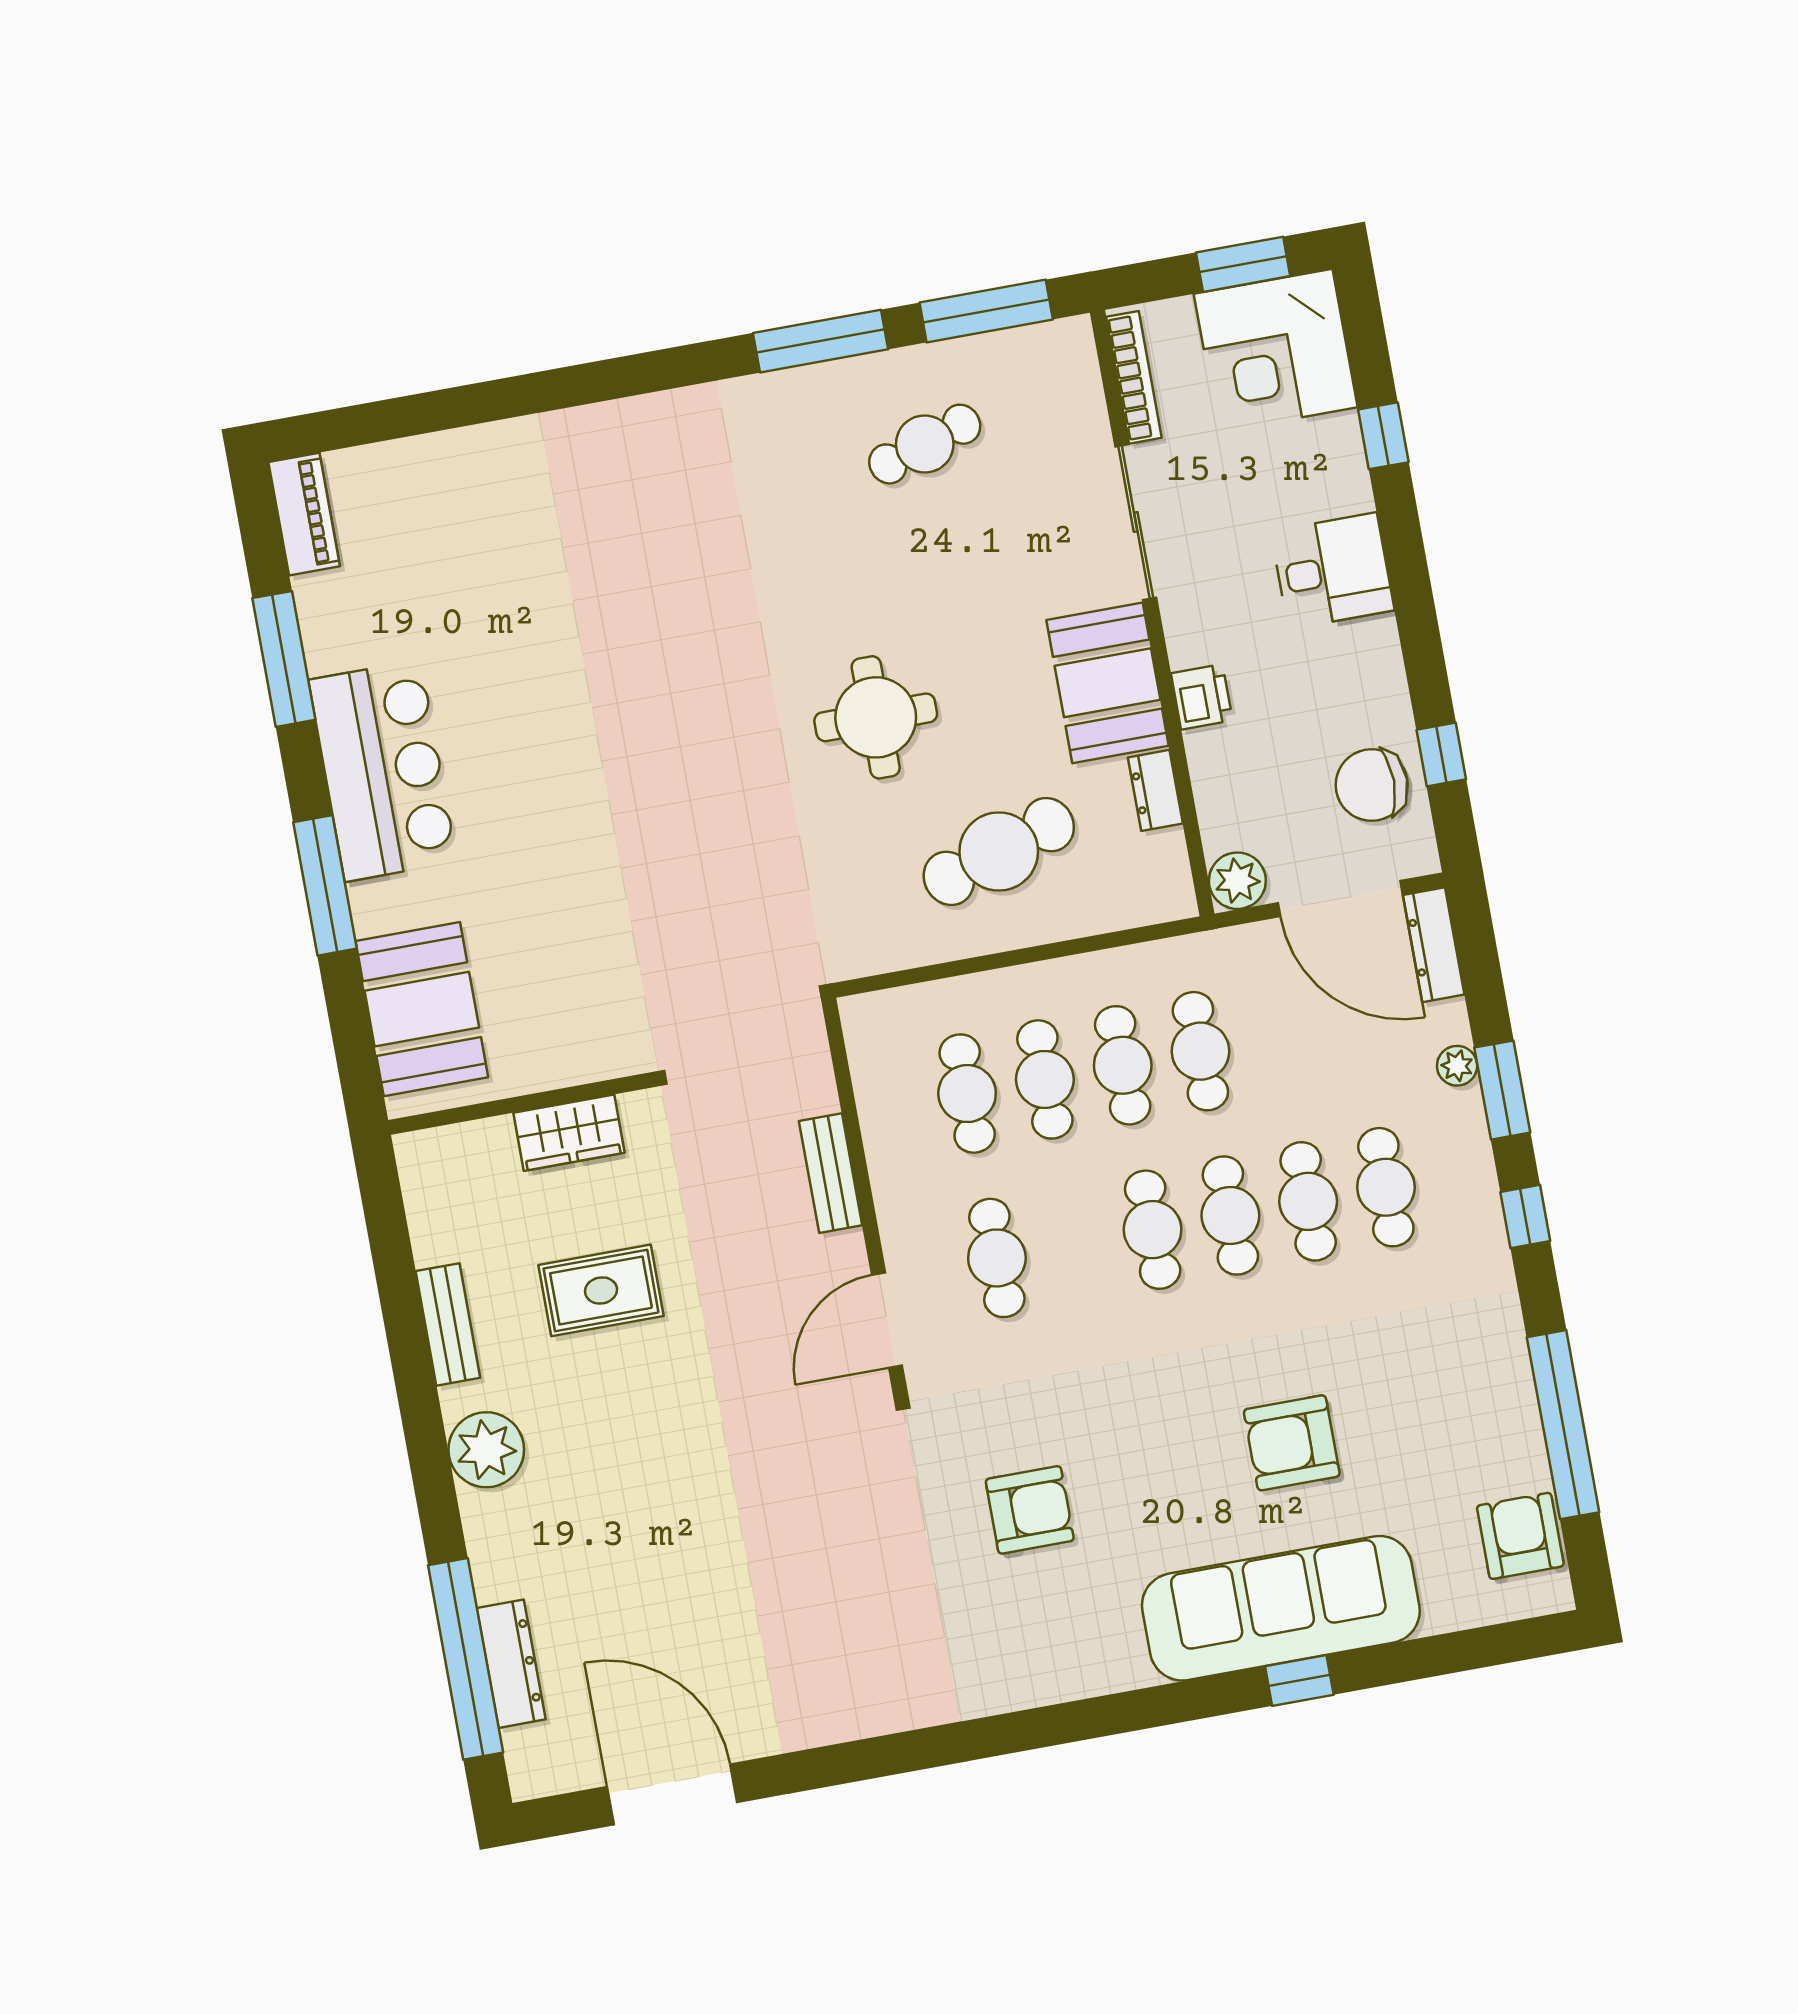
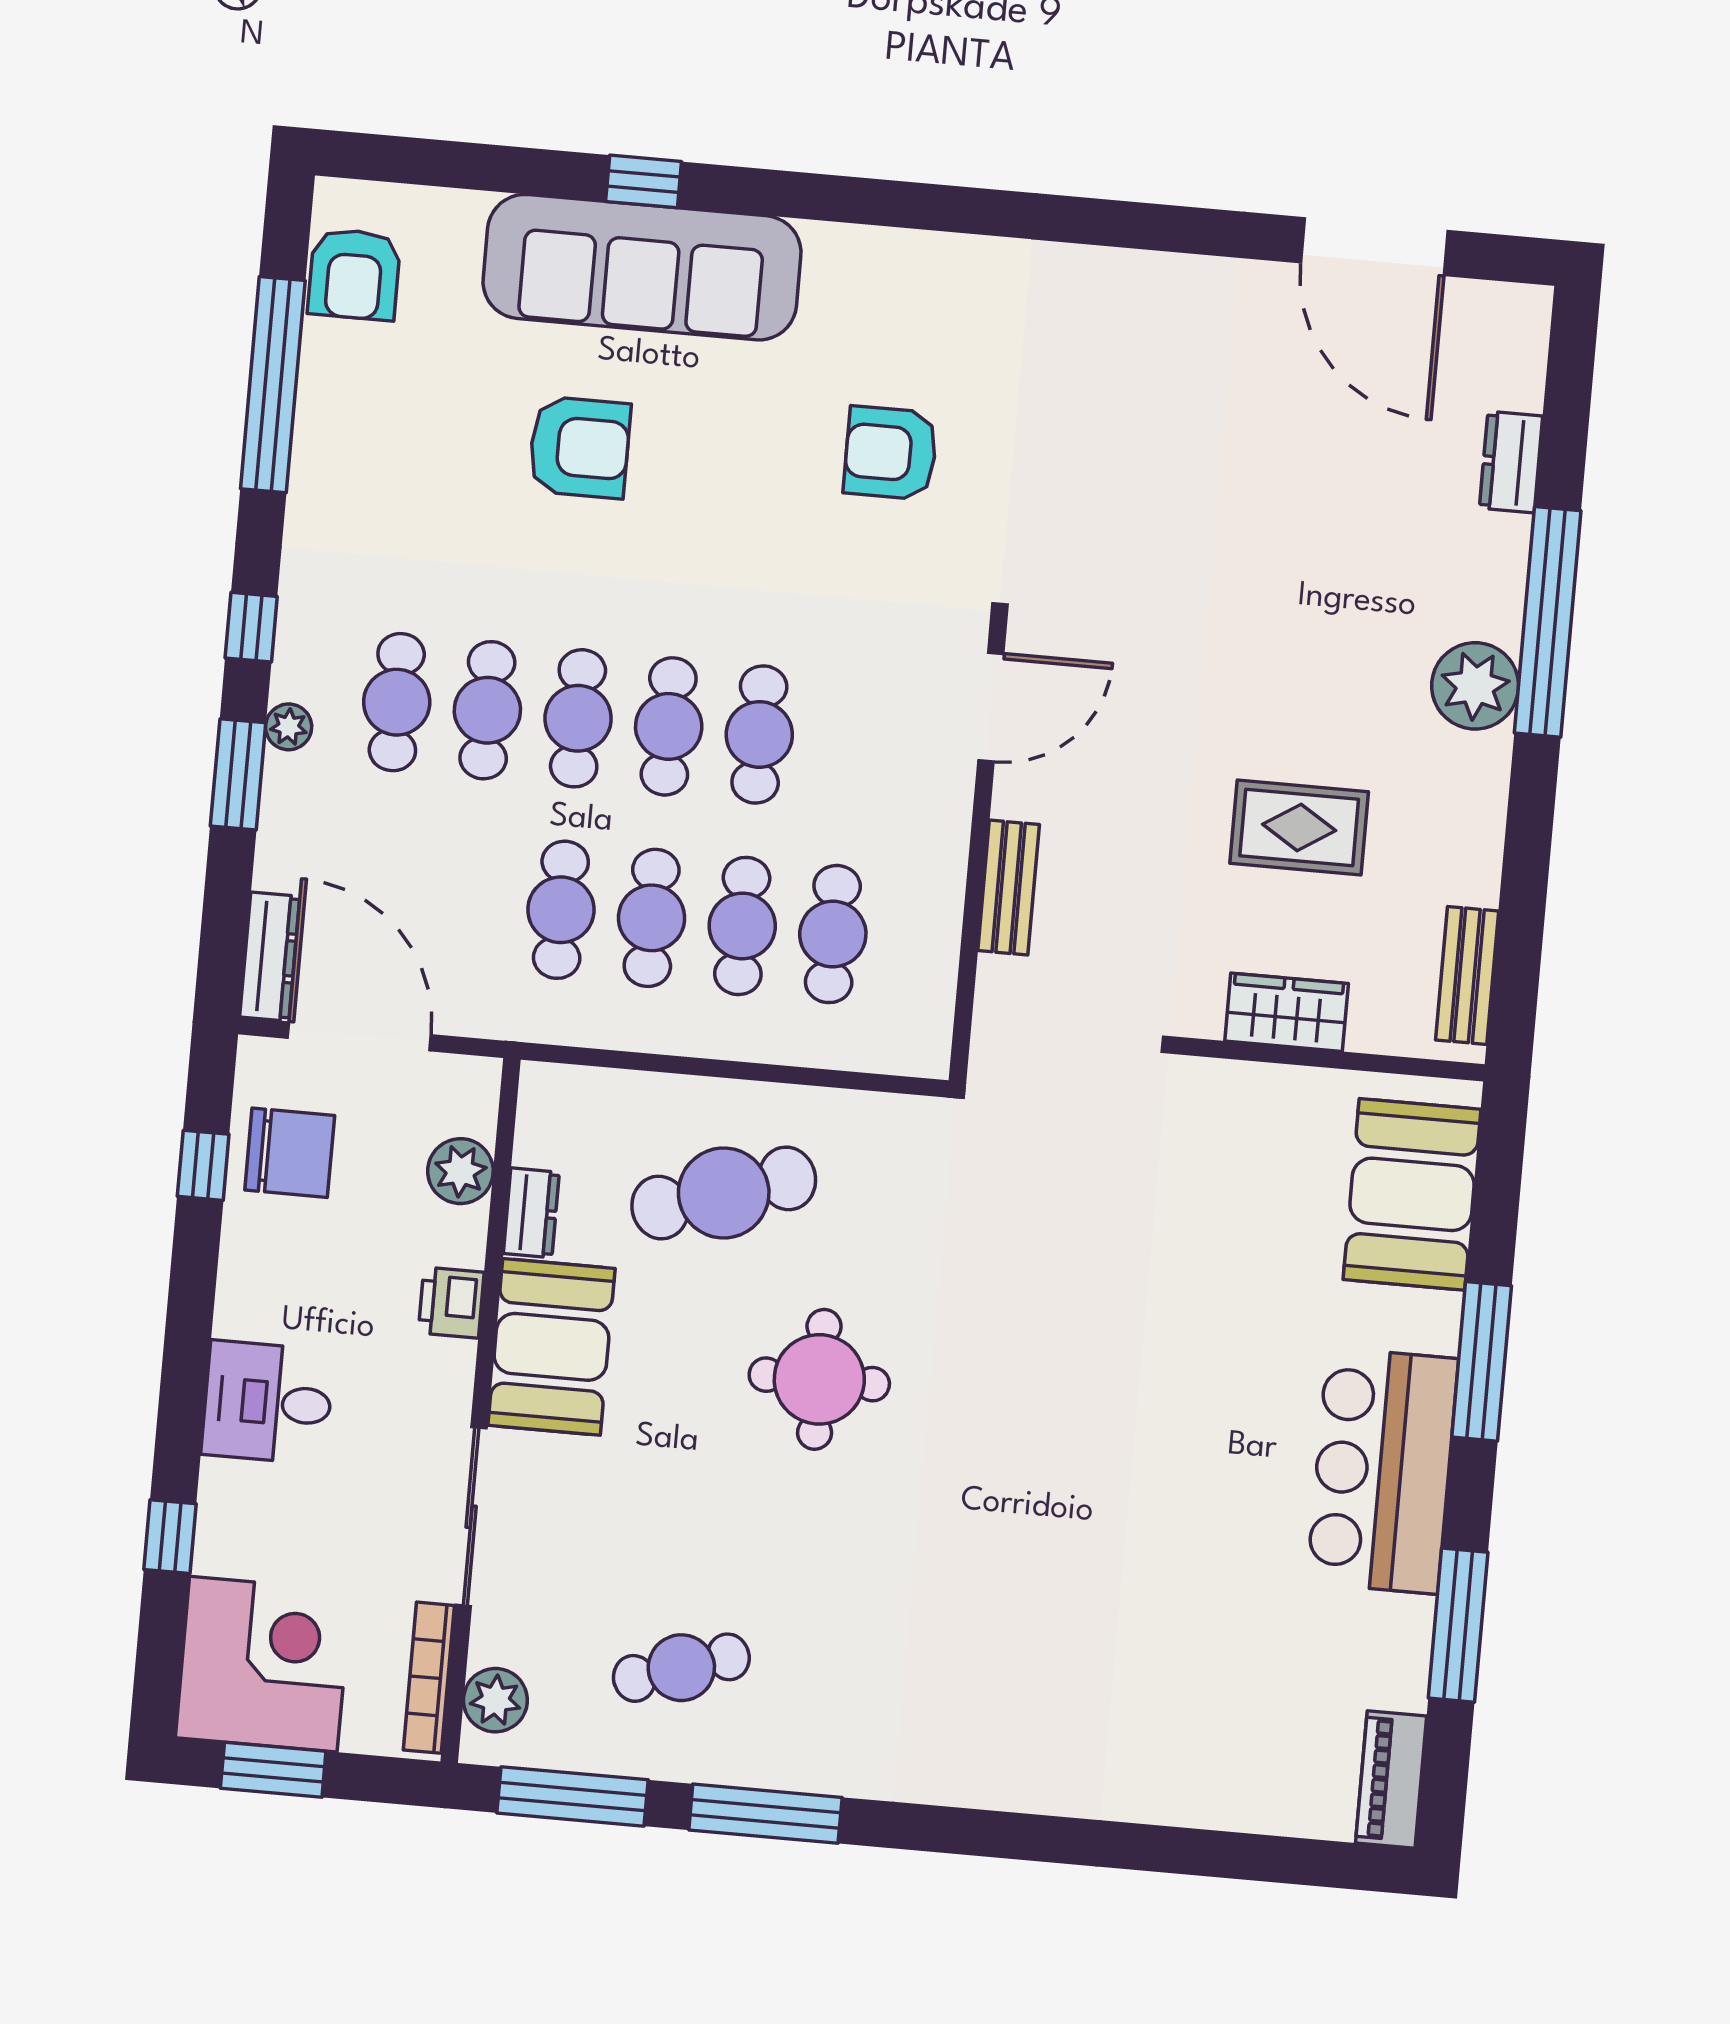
plant: (1073, 374) -> (495, 1700), added
plant: (1237, 881) -> (460, 1171), moved
plant: (1457, 1066) -> (289, 727), moved
cafe table: (997, 1258) -> (759, 734), moved
bench: (448, 1324) -> (1467, 975), moved
window: (466, 1659) -> (1548, 622), moved
dresser: (511, 1664) -> (1511, 462), width x0.70

